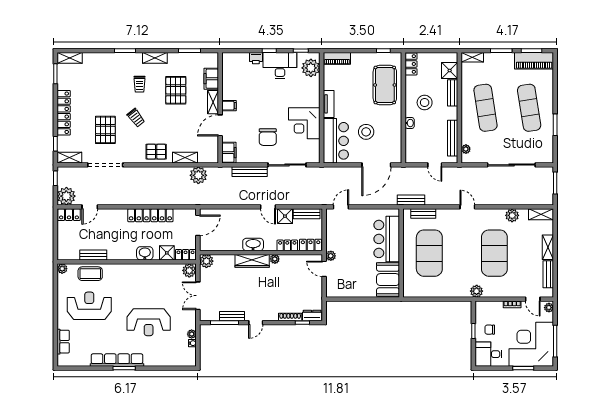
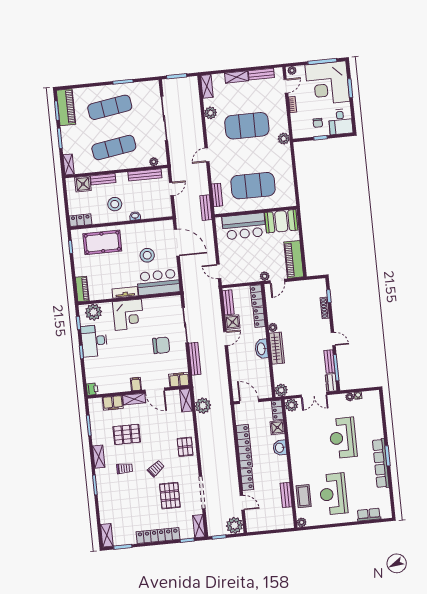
printer: (256, 58) -> (92, 389), moved
corner desk: (304, 123) -> (128, 315), moved
pallet: (105, 130) -> (170, 496), turned 90
shelving: (185, 158) -> (186, 400), moved
locker: (69, 215) -> (247, 479), moved
piano: (346, 289) -> (294, 259), added
dresser: (312, 315) -> (331, 383), moved
reception desk: (149, 322) -> (343, 438), turned 180

